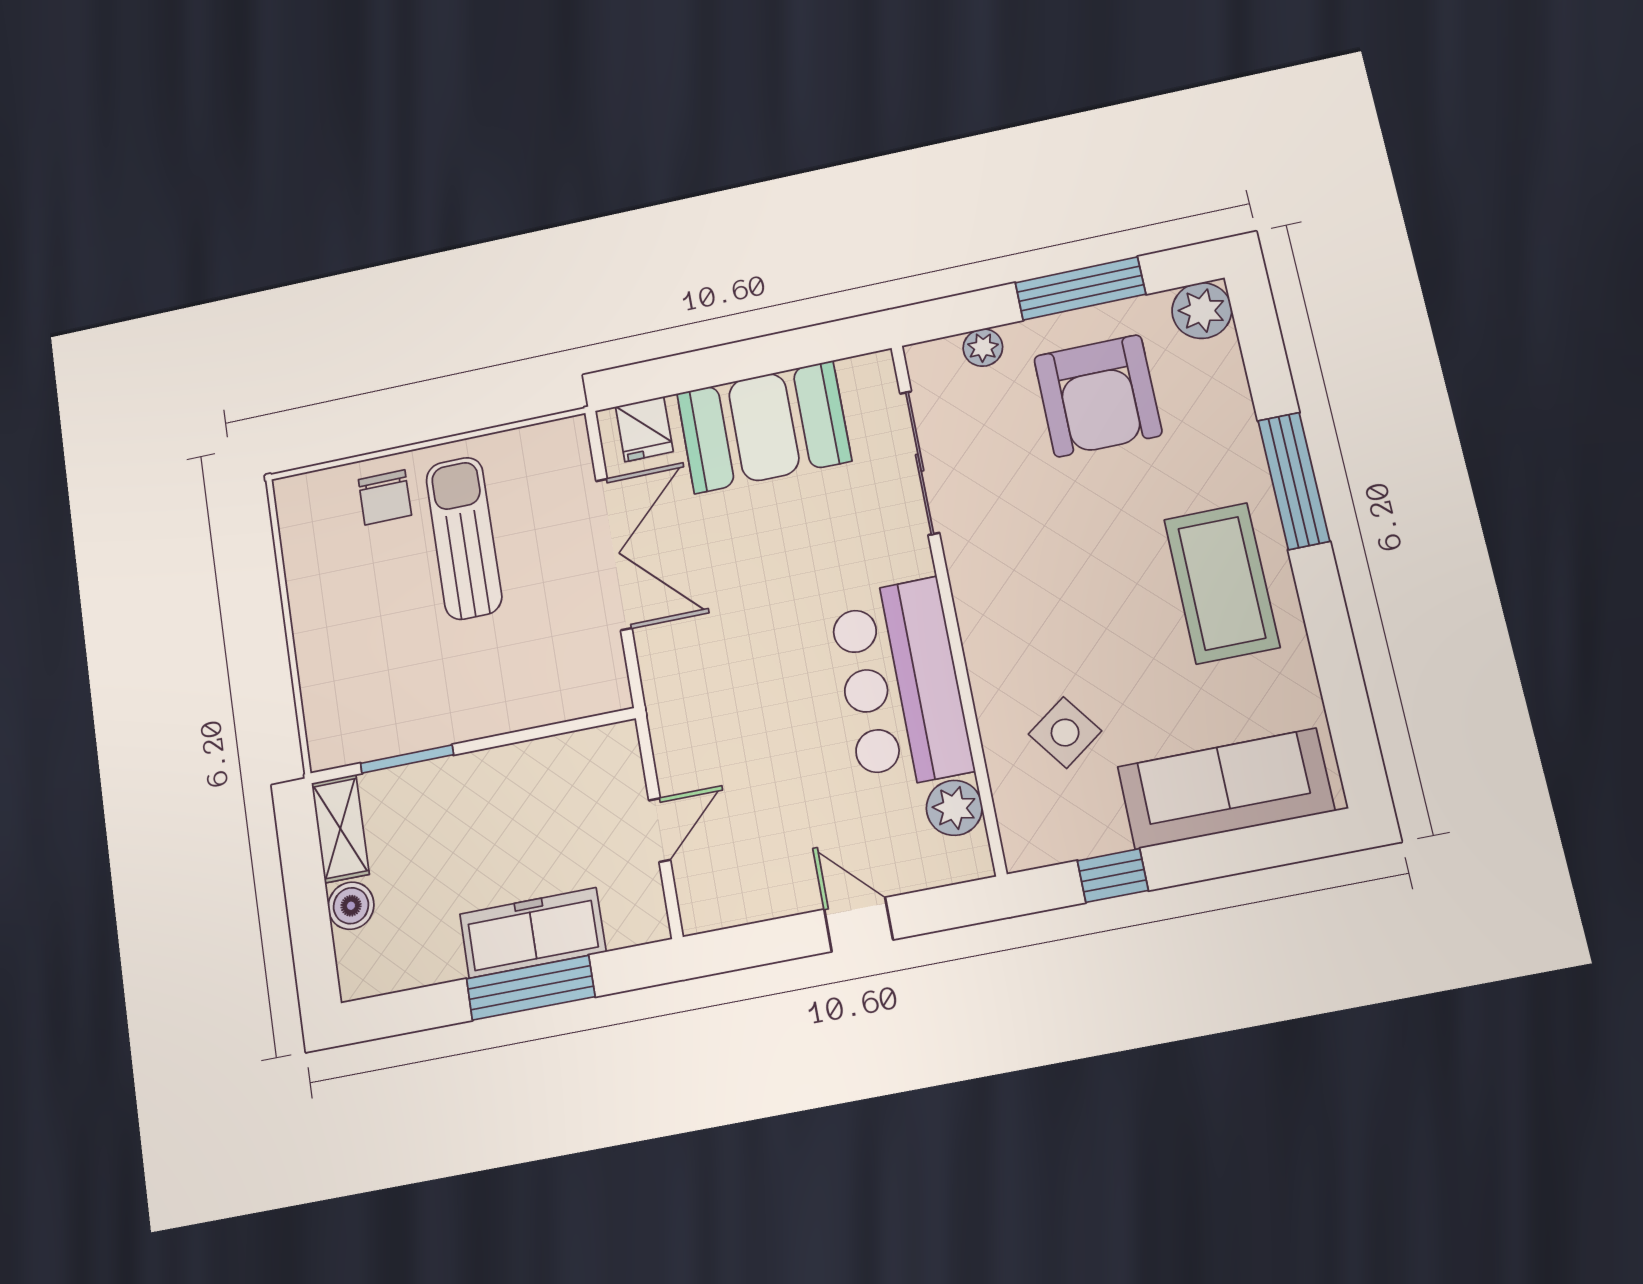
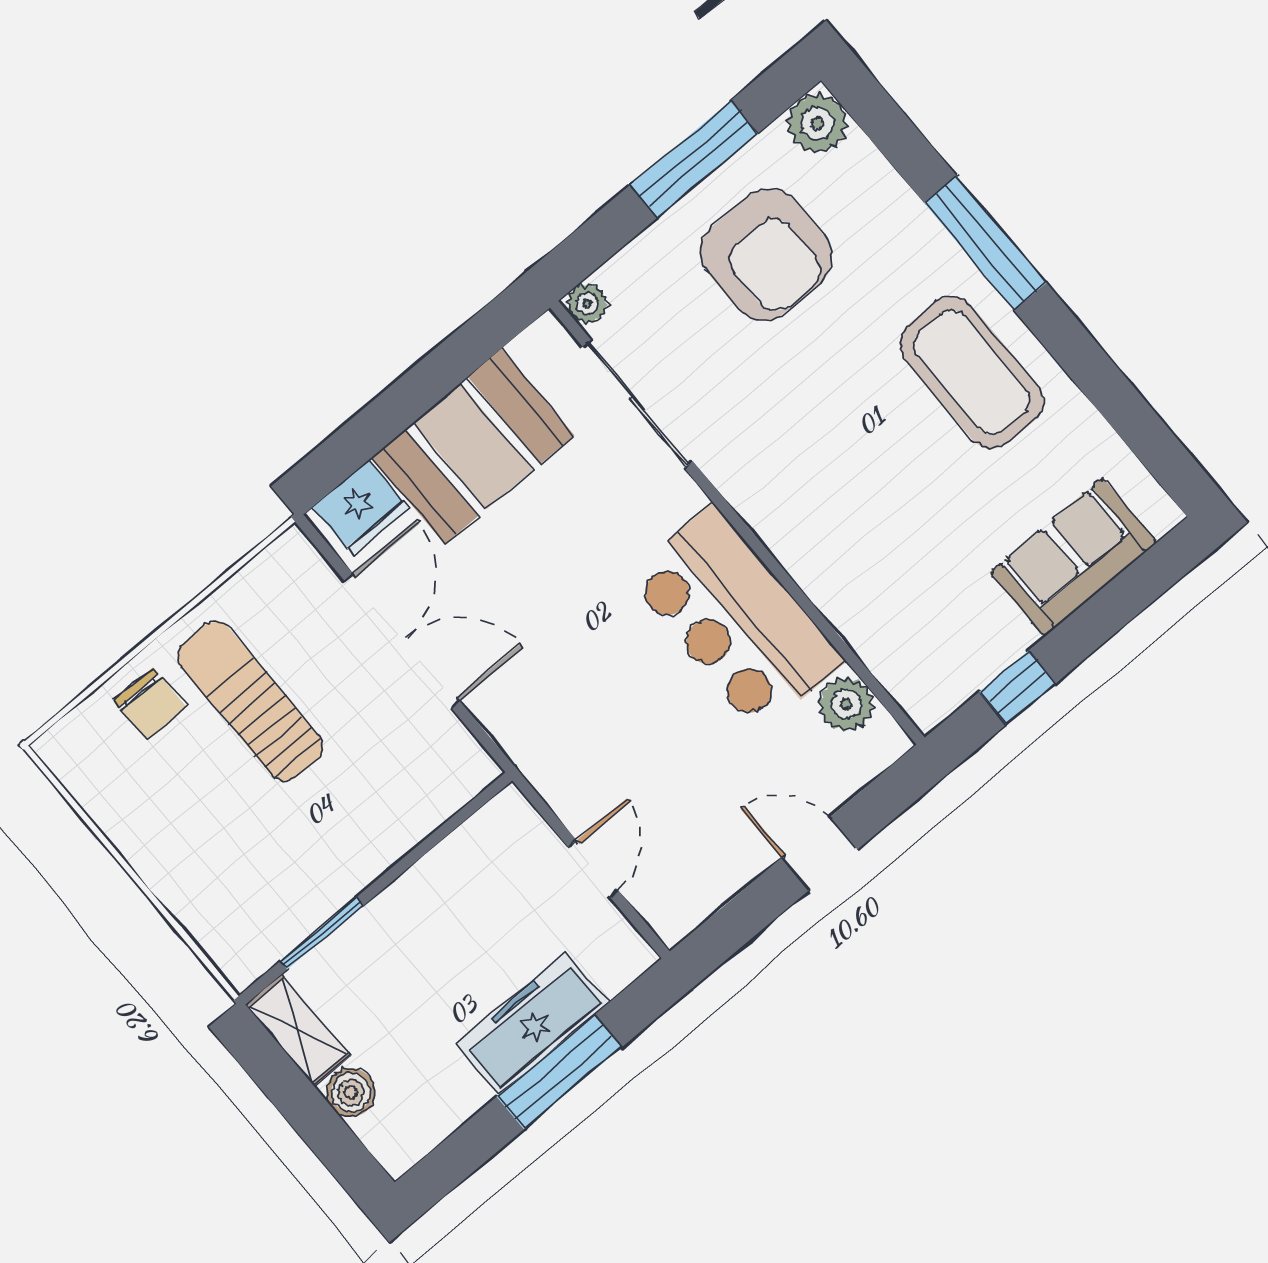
plant: (983, 348) -> (587, 303), moved
fridge: (644, 429) -> (361, 507), width x1.38
side table: (1065, 733) -> (907, 583), removed
sofa: (1226, 789) -> (1073, 557), width x0.73

